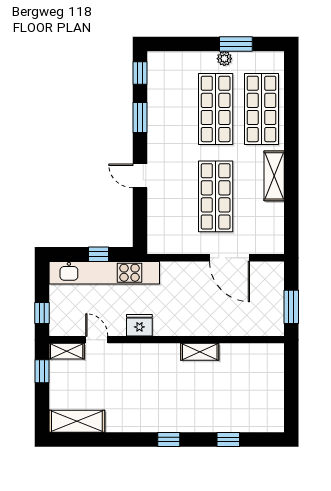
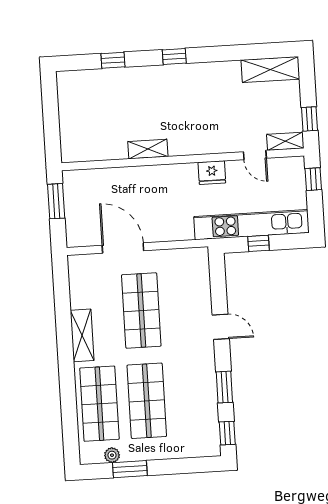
plant: (224, 59) -> (112, 455), moved

